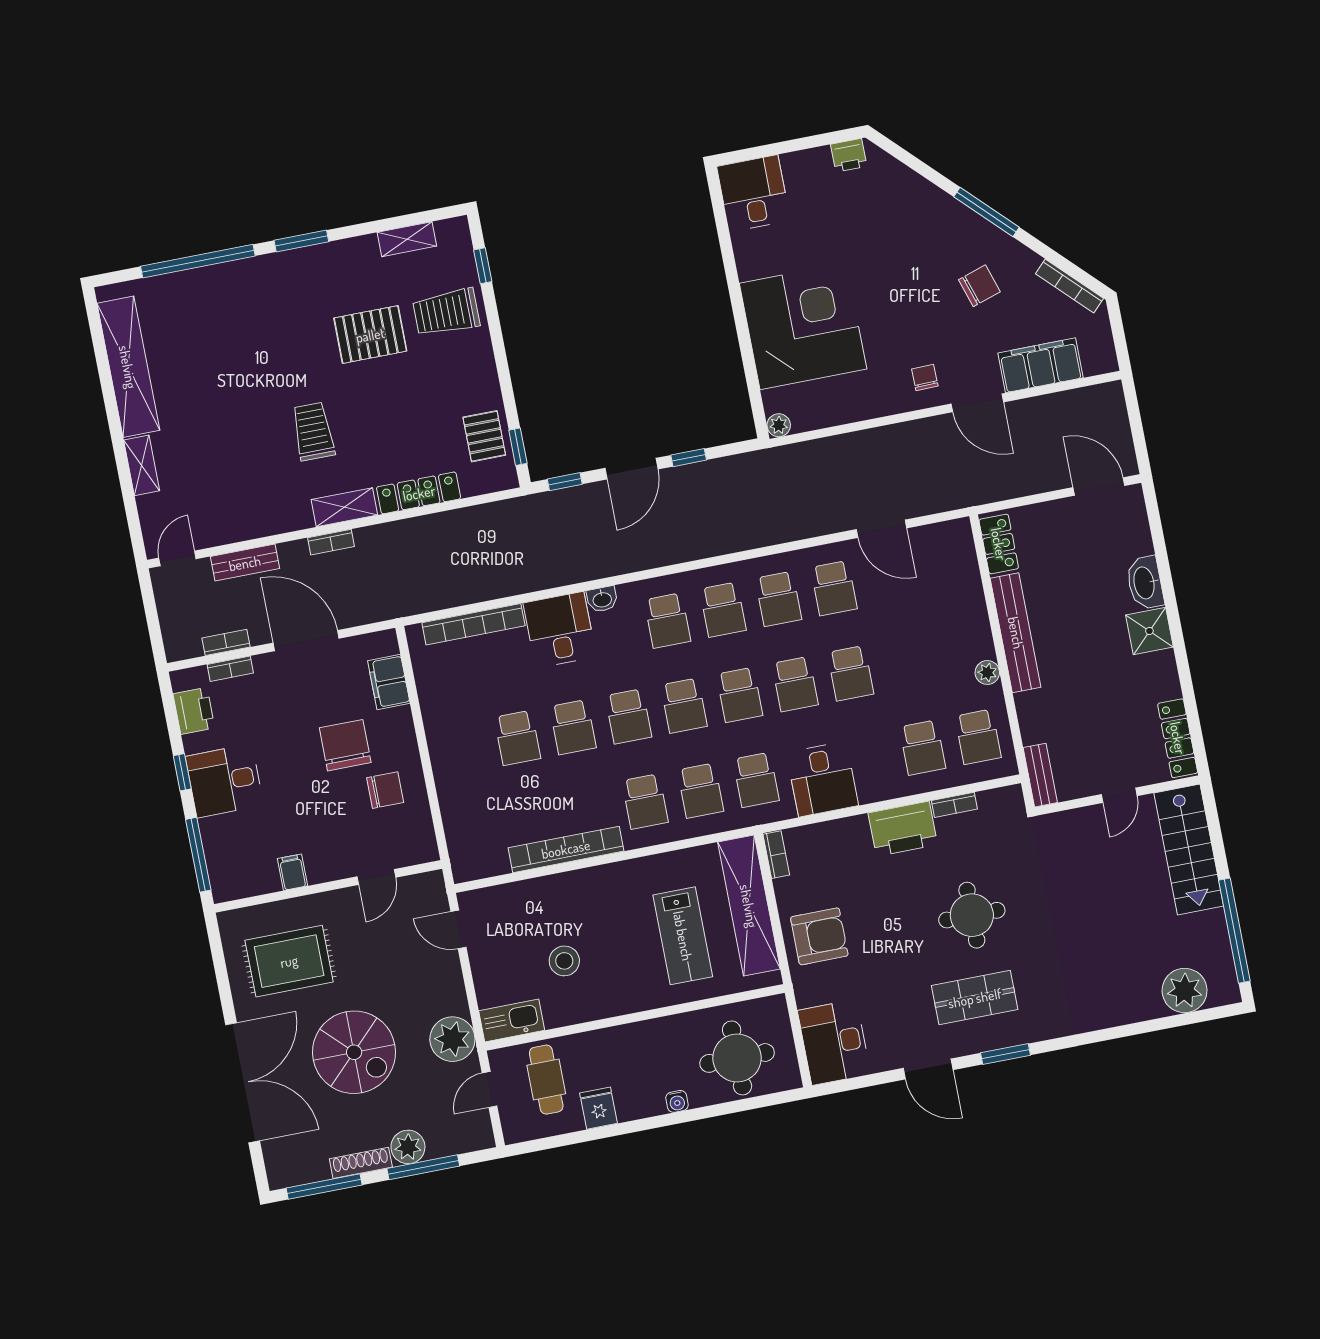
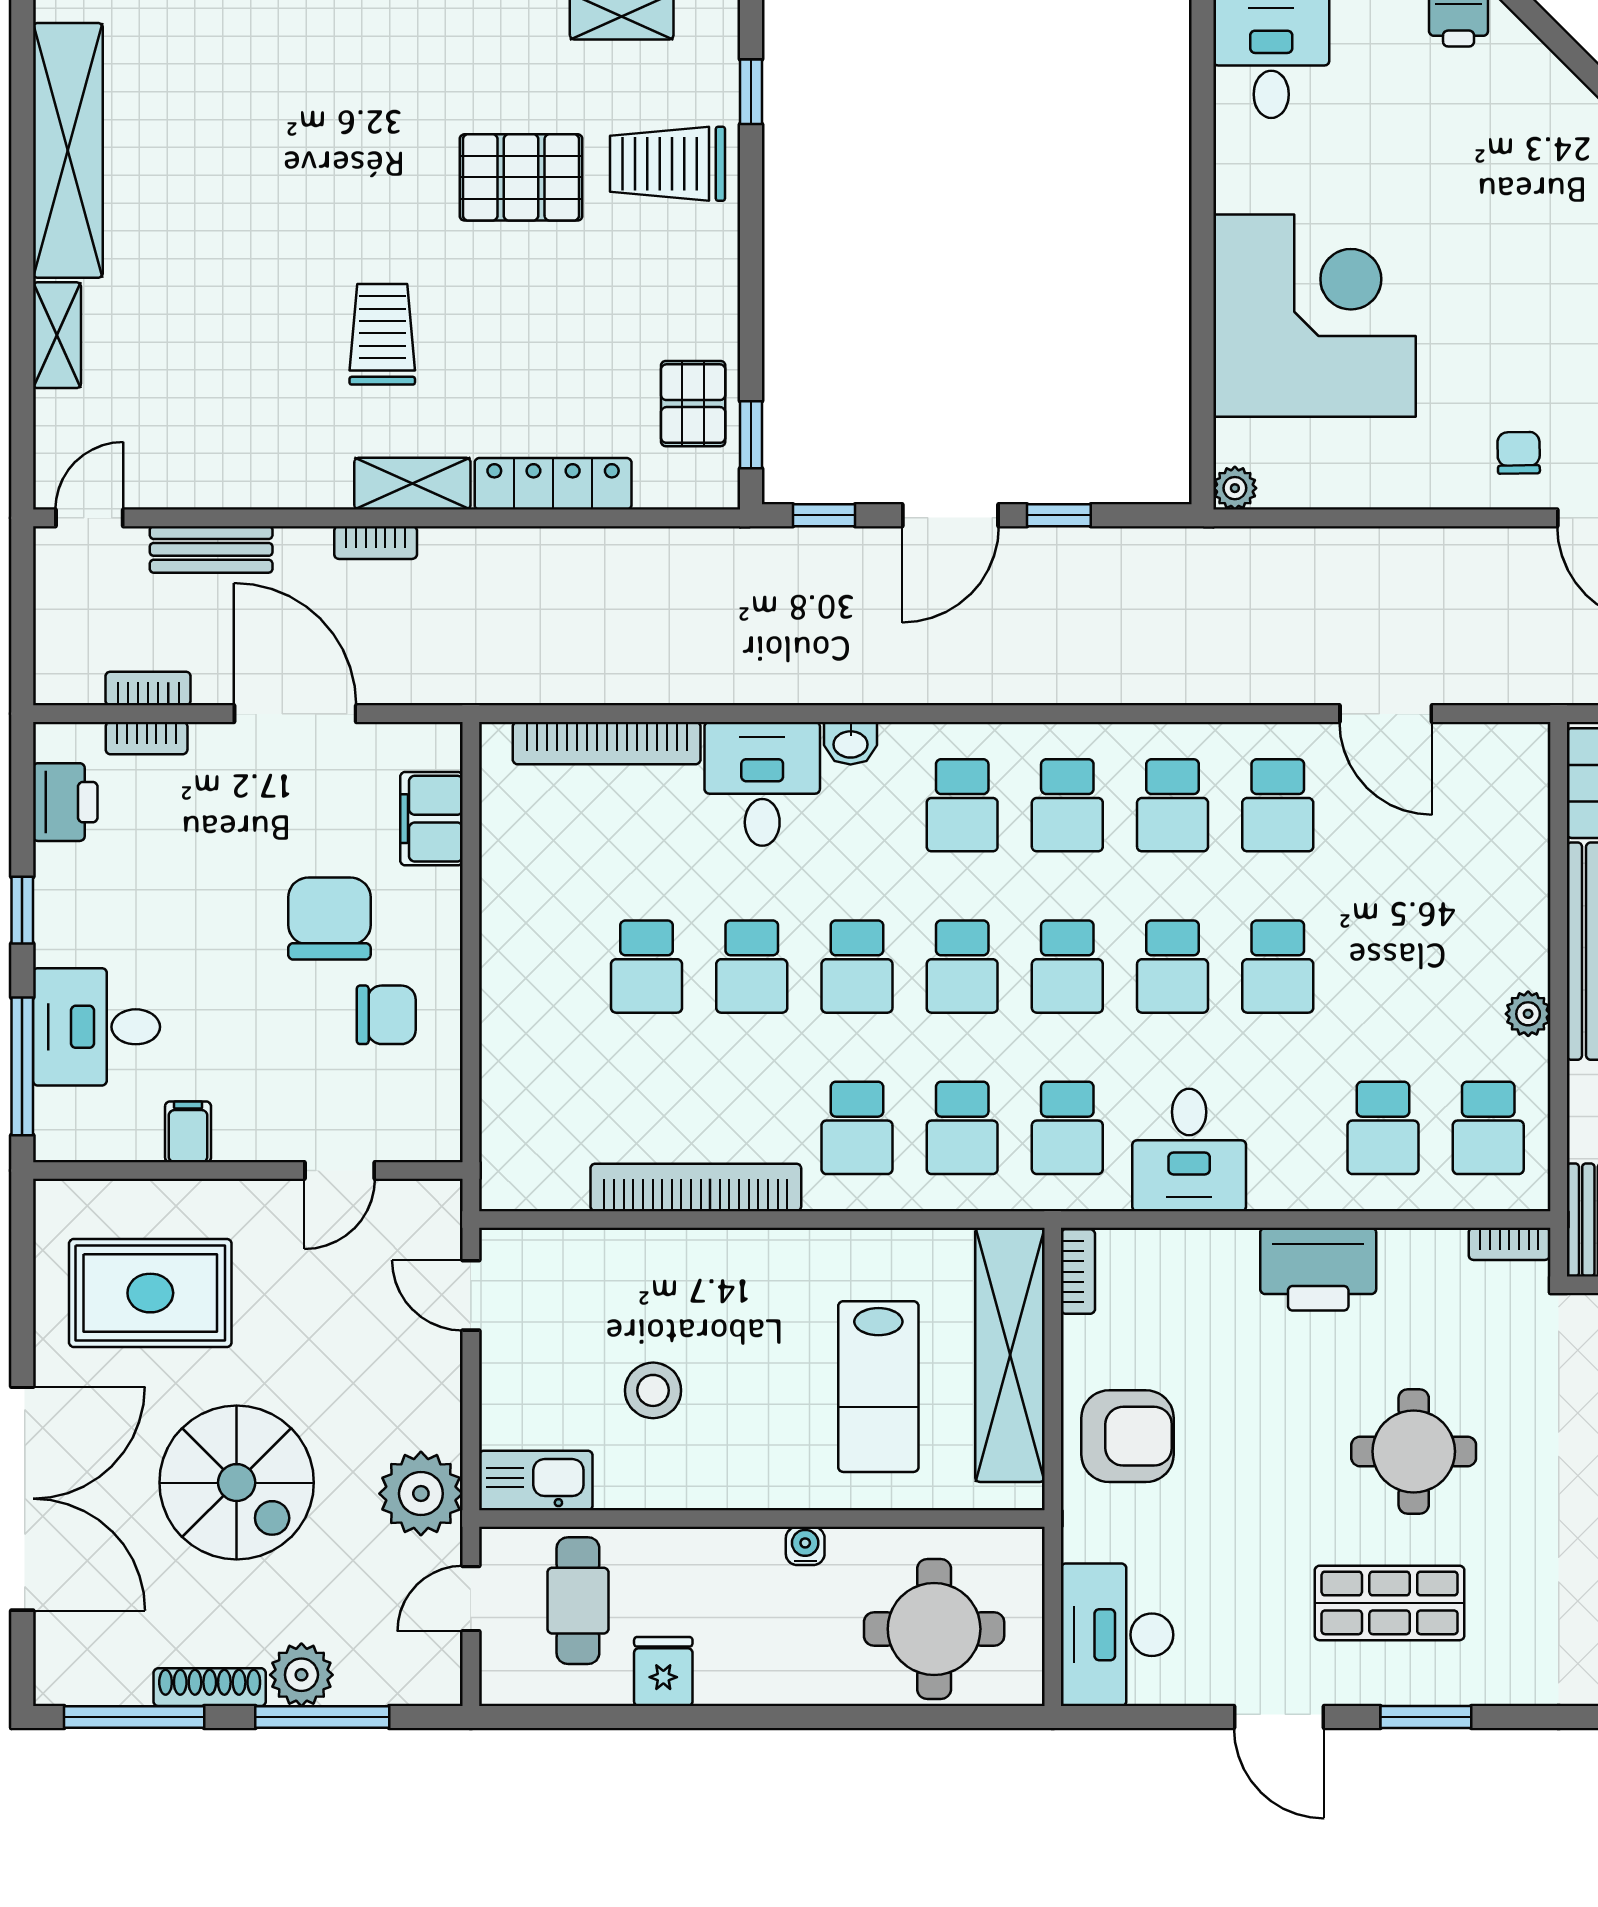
desk: (225, 781) -> (96, 1027), moved
bookcase: (954, 805) -> (1509, 1244), moved
water cooler: (677, 1101) -> (805, 1546), moved, turned 180

